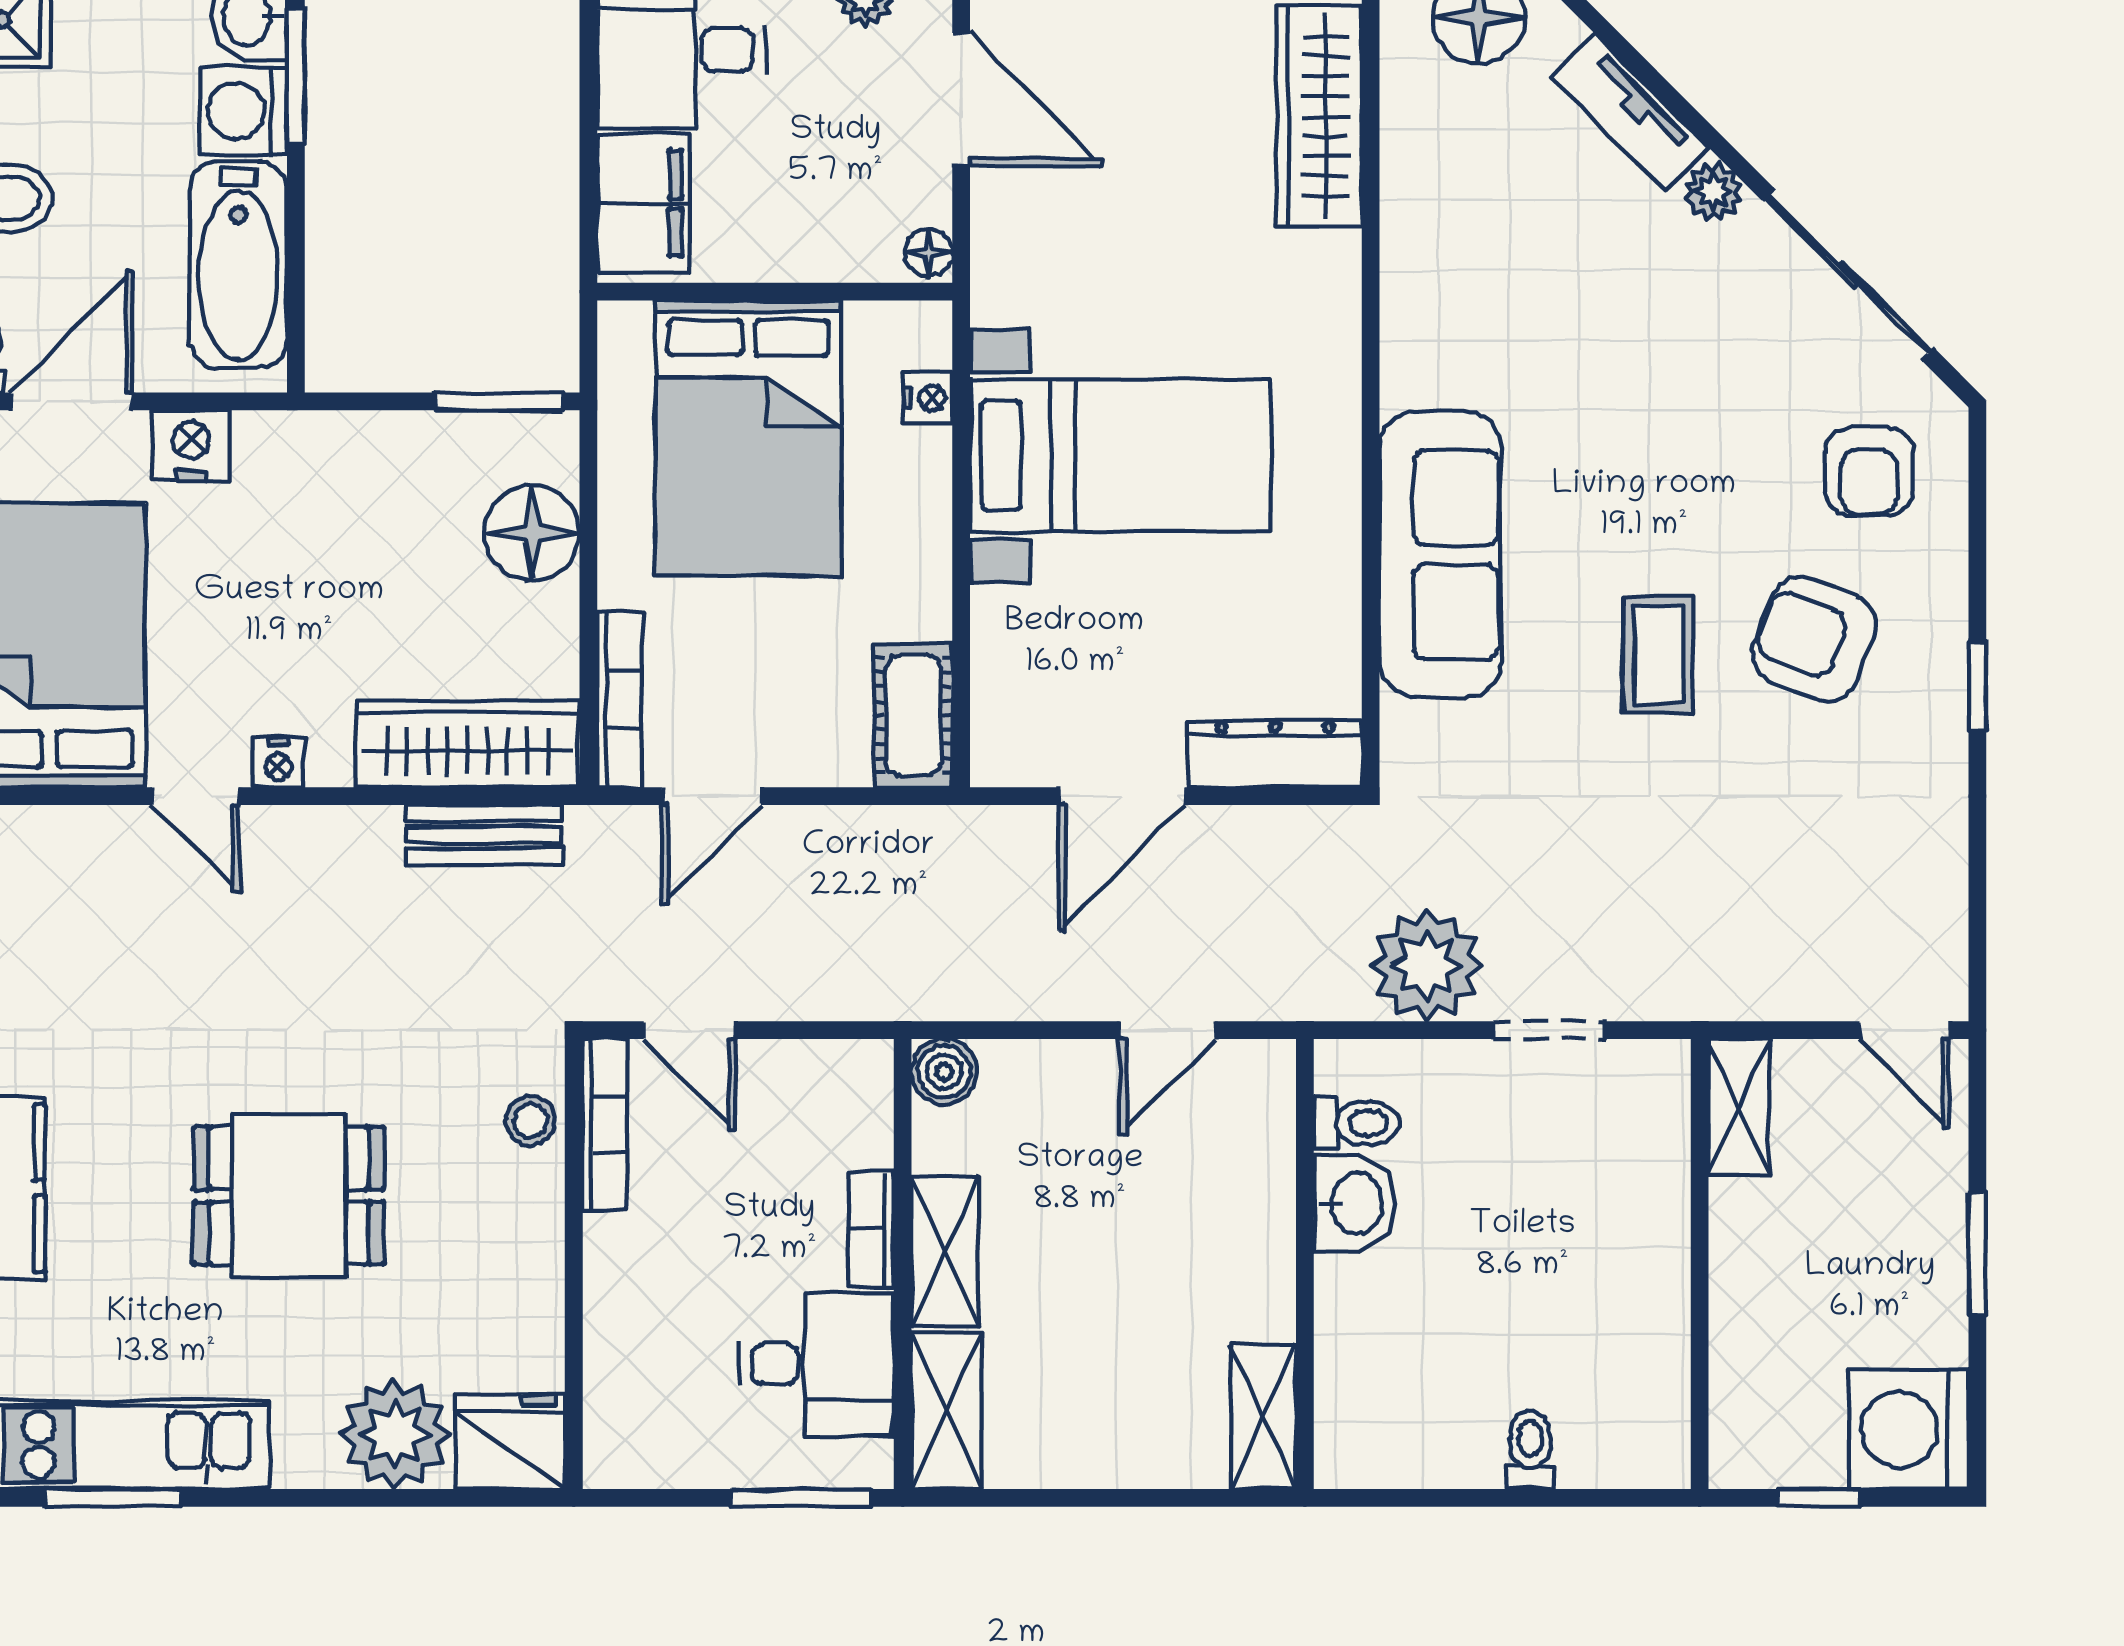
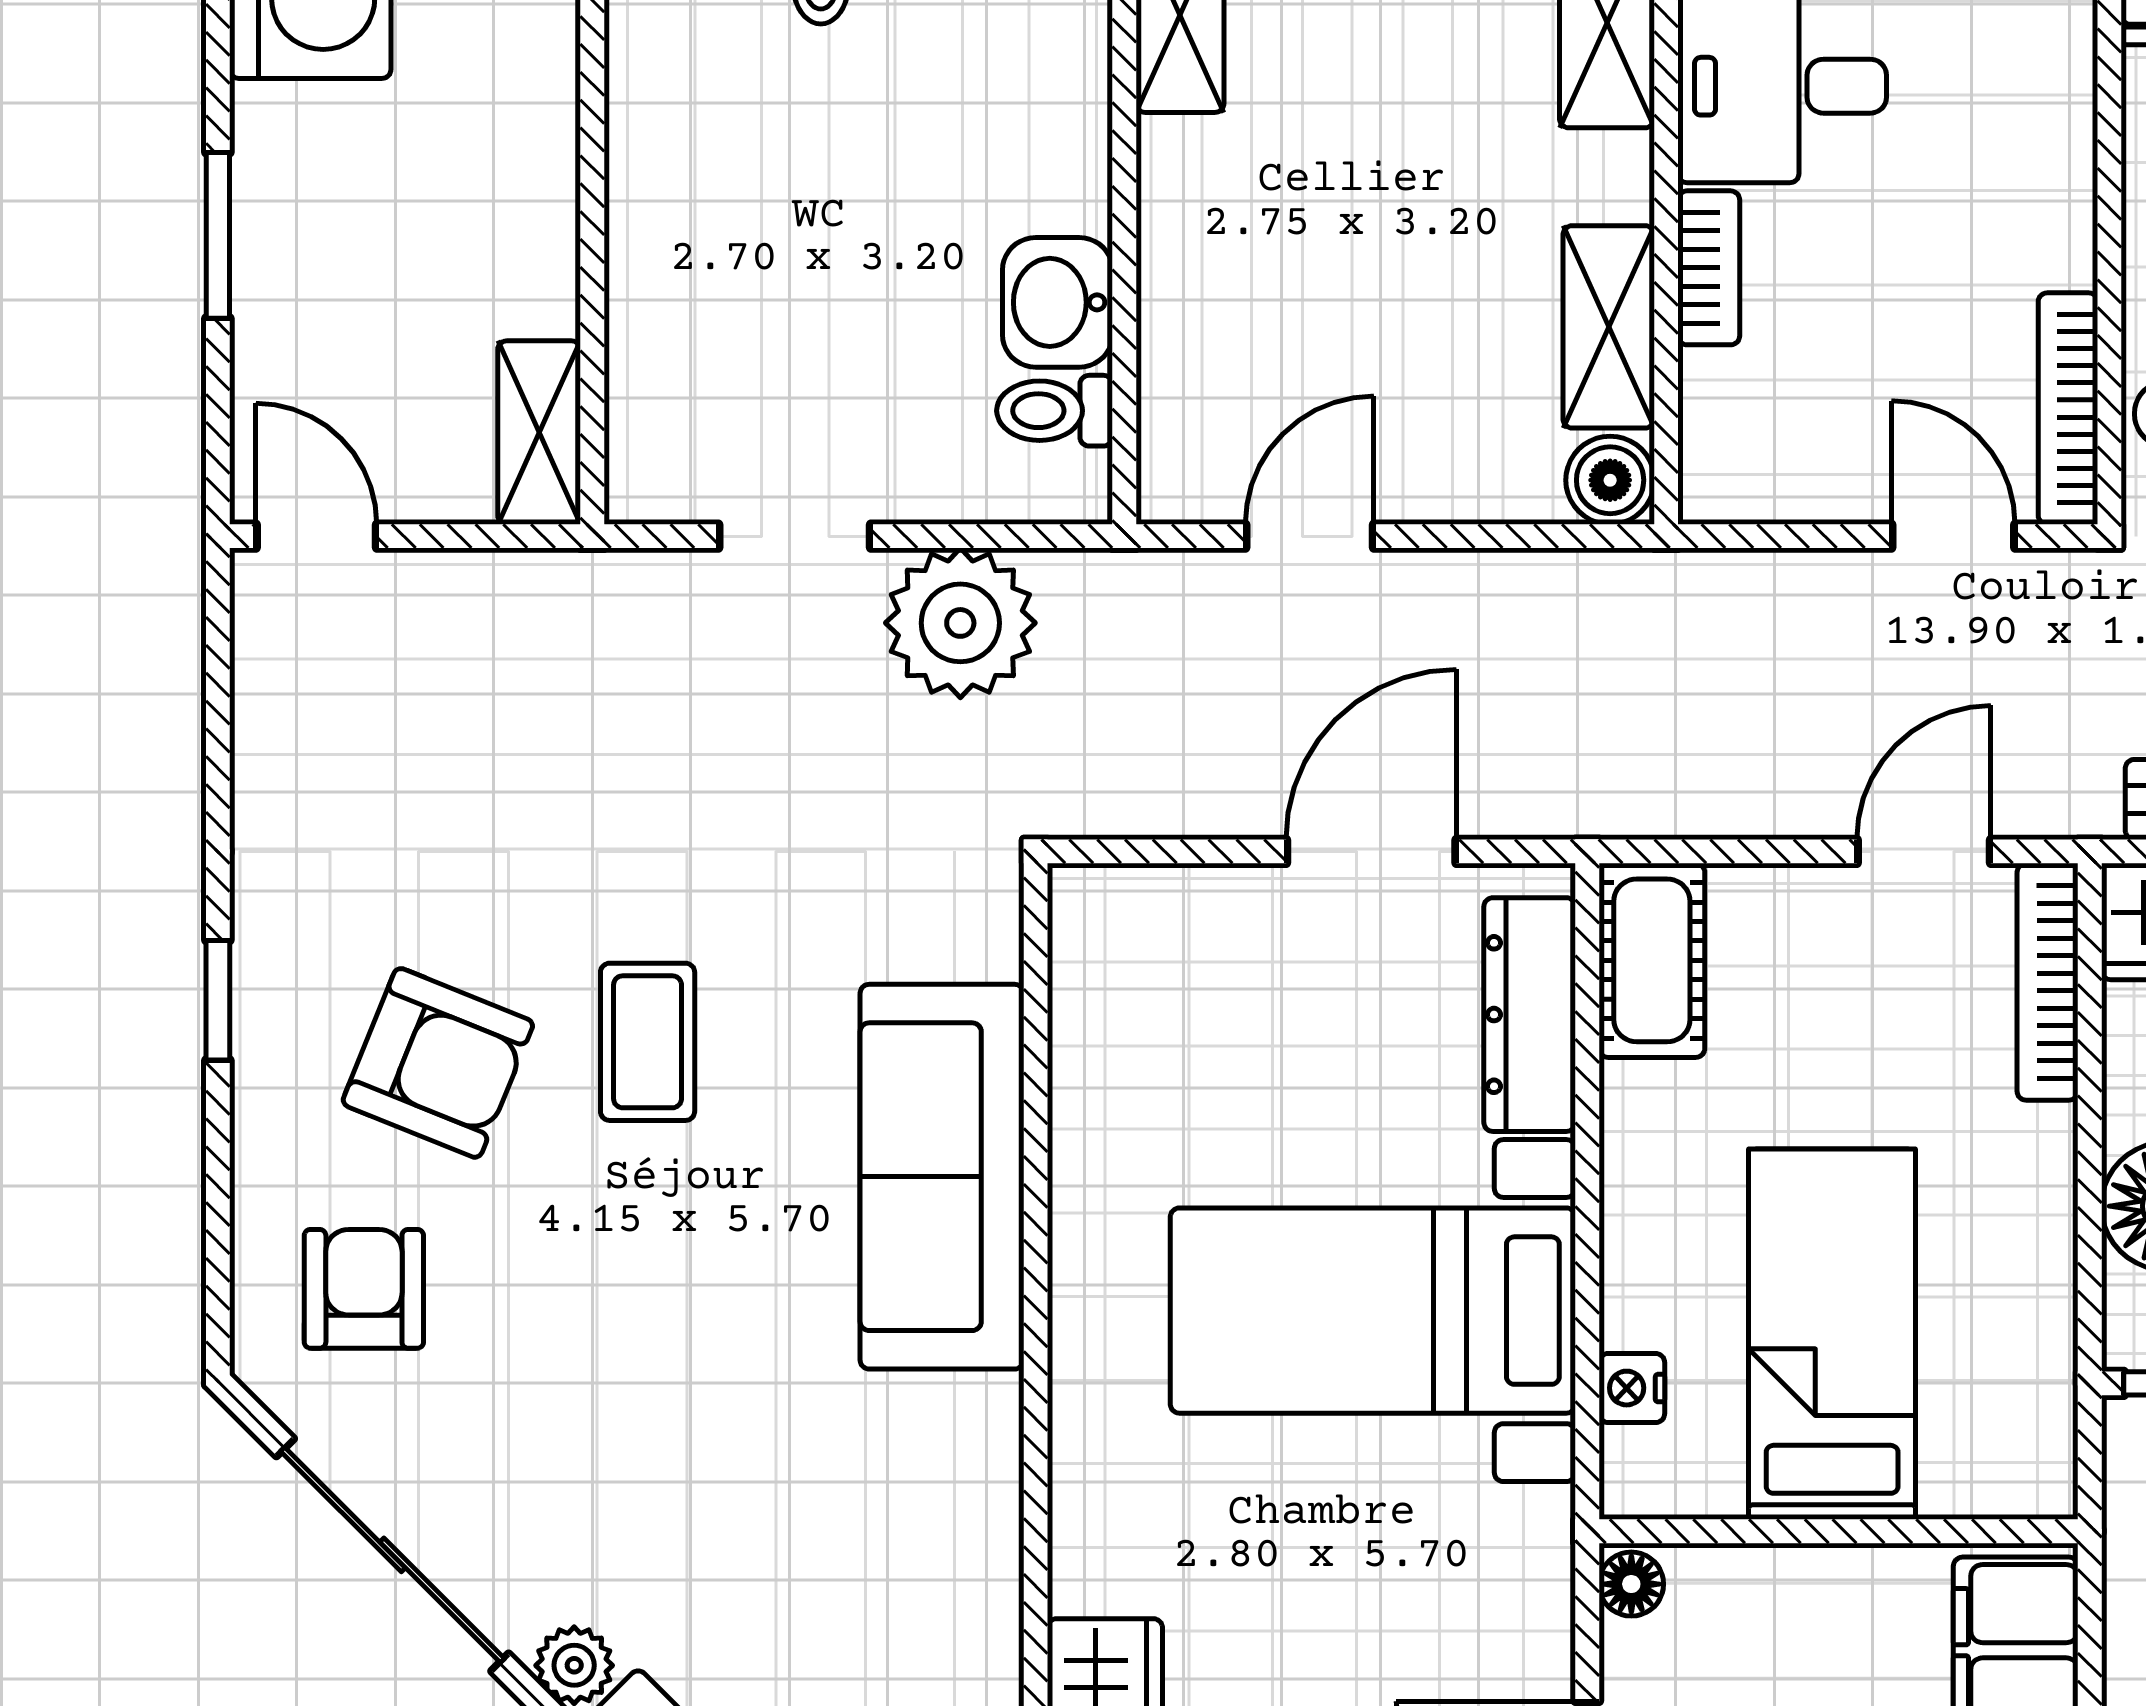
bed: (749, 438) -> (1832, 1334), width x0.67
dresser: (1275, 753) -> (1530, 1015), moved, turned 90
shelving: (945, 1252) -> (1609, 327), moved

